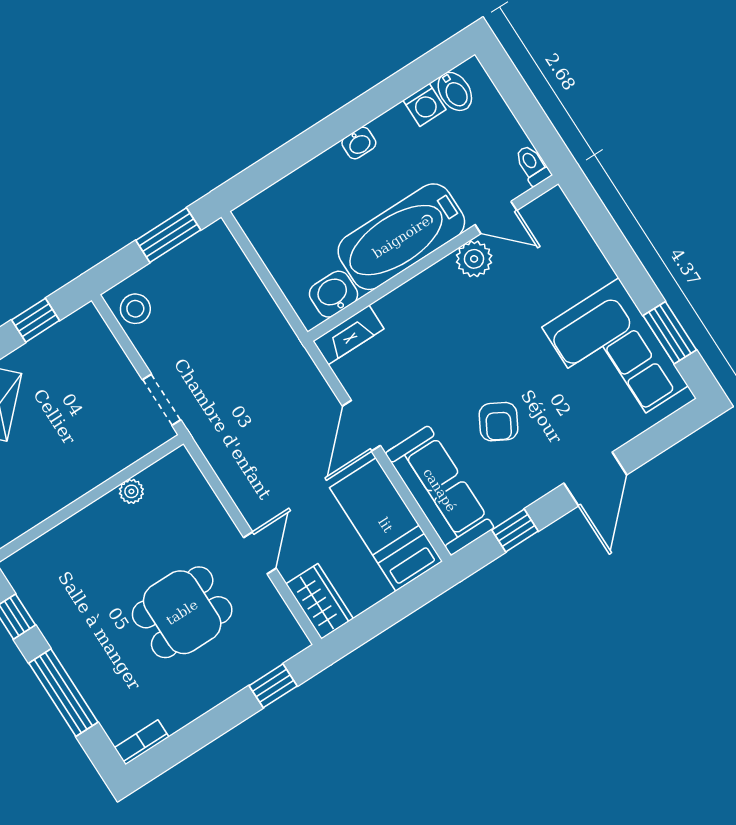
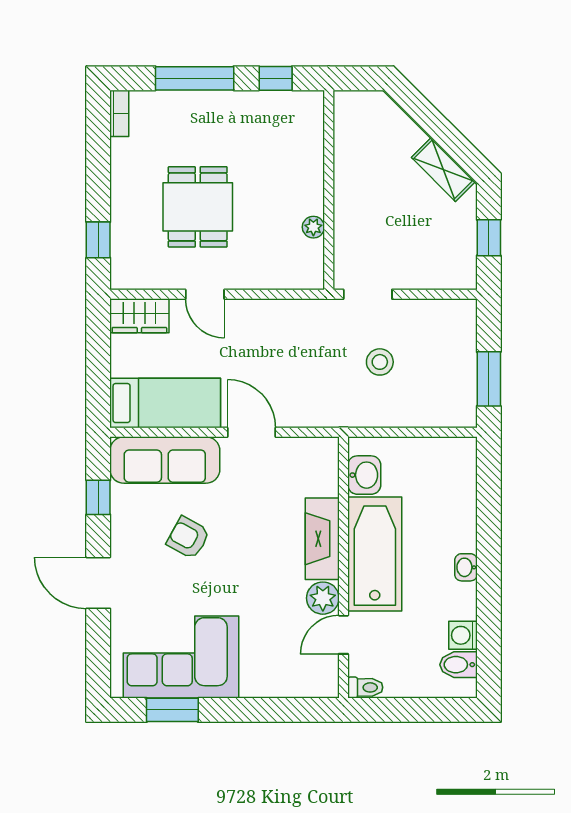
stool: (135, 309) -> (380, 362), moved
fireplace: (348, 335) -> (322, 539), moved, width x1.37, depth x1.32

